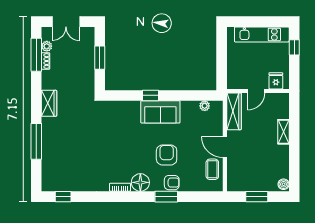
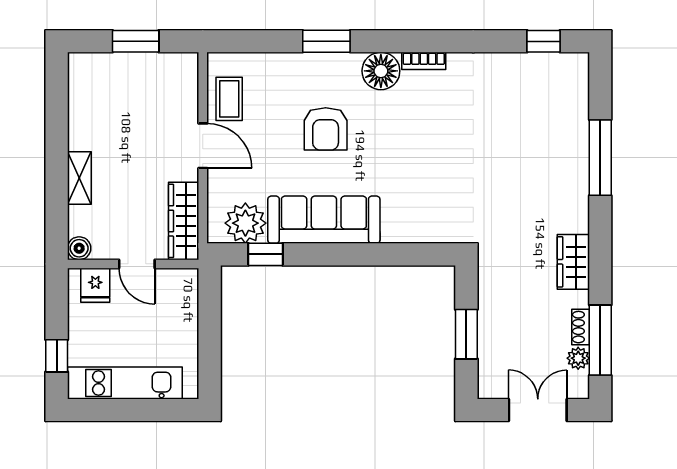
door: (256, 91) -> (137, 264), swing flipped
window: (150, 95) -> (265, 254), moved
wardrobe: (49, 103) -> (573, 262), moved
plant: (205, 106) -> (245, 223), width x1.88, depth x1.88
sofa: (160, 112) -> (324, 220), width x1.36
armchair: (172, 183) -> (315, 71), removed
boiler: (284, 184) -> (79, 248), moved

